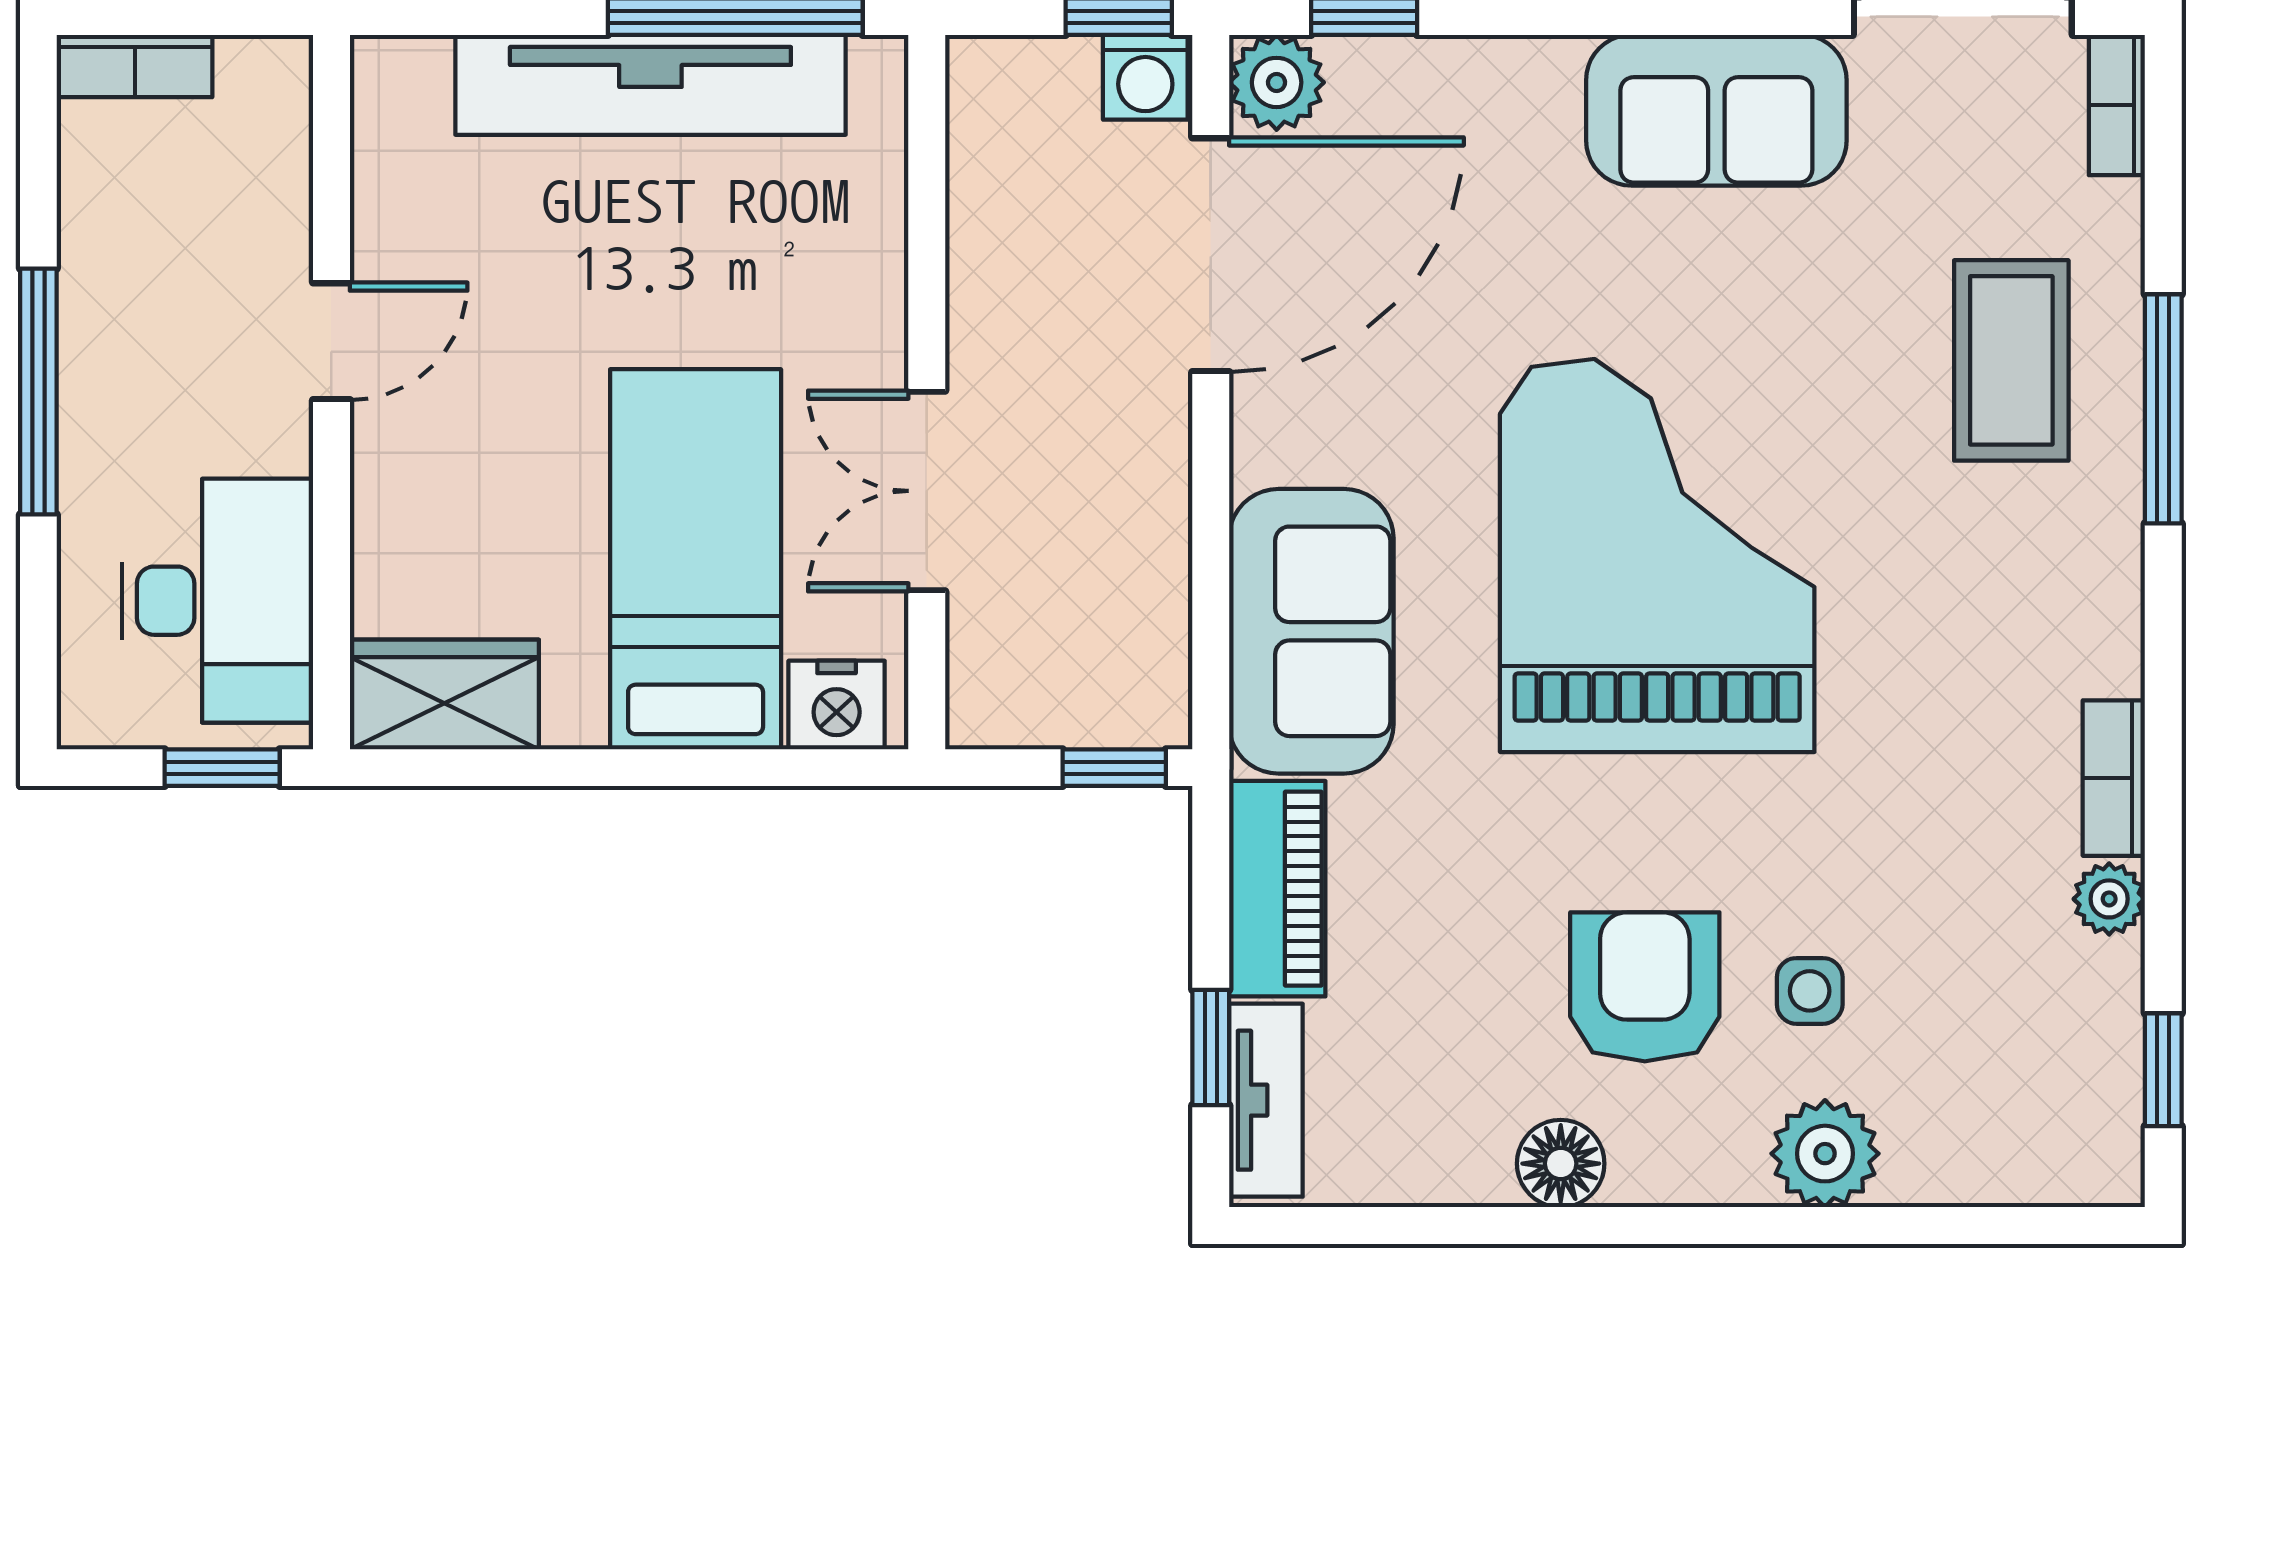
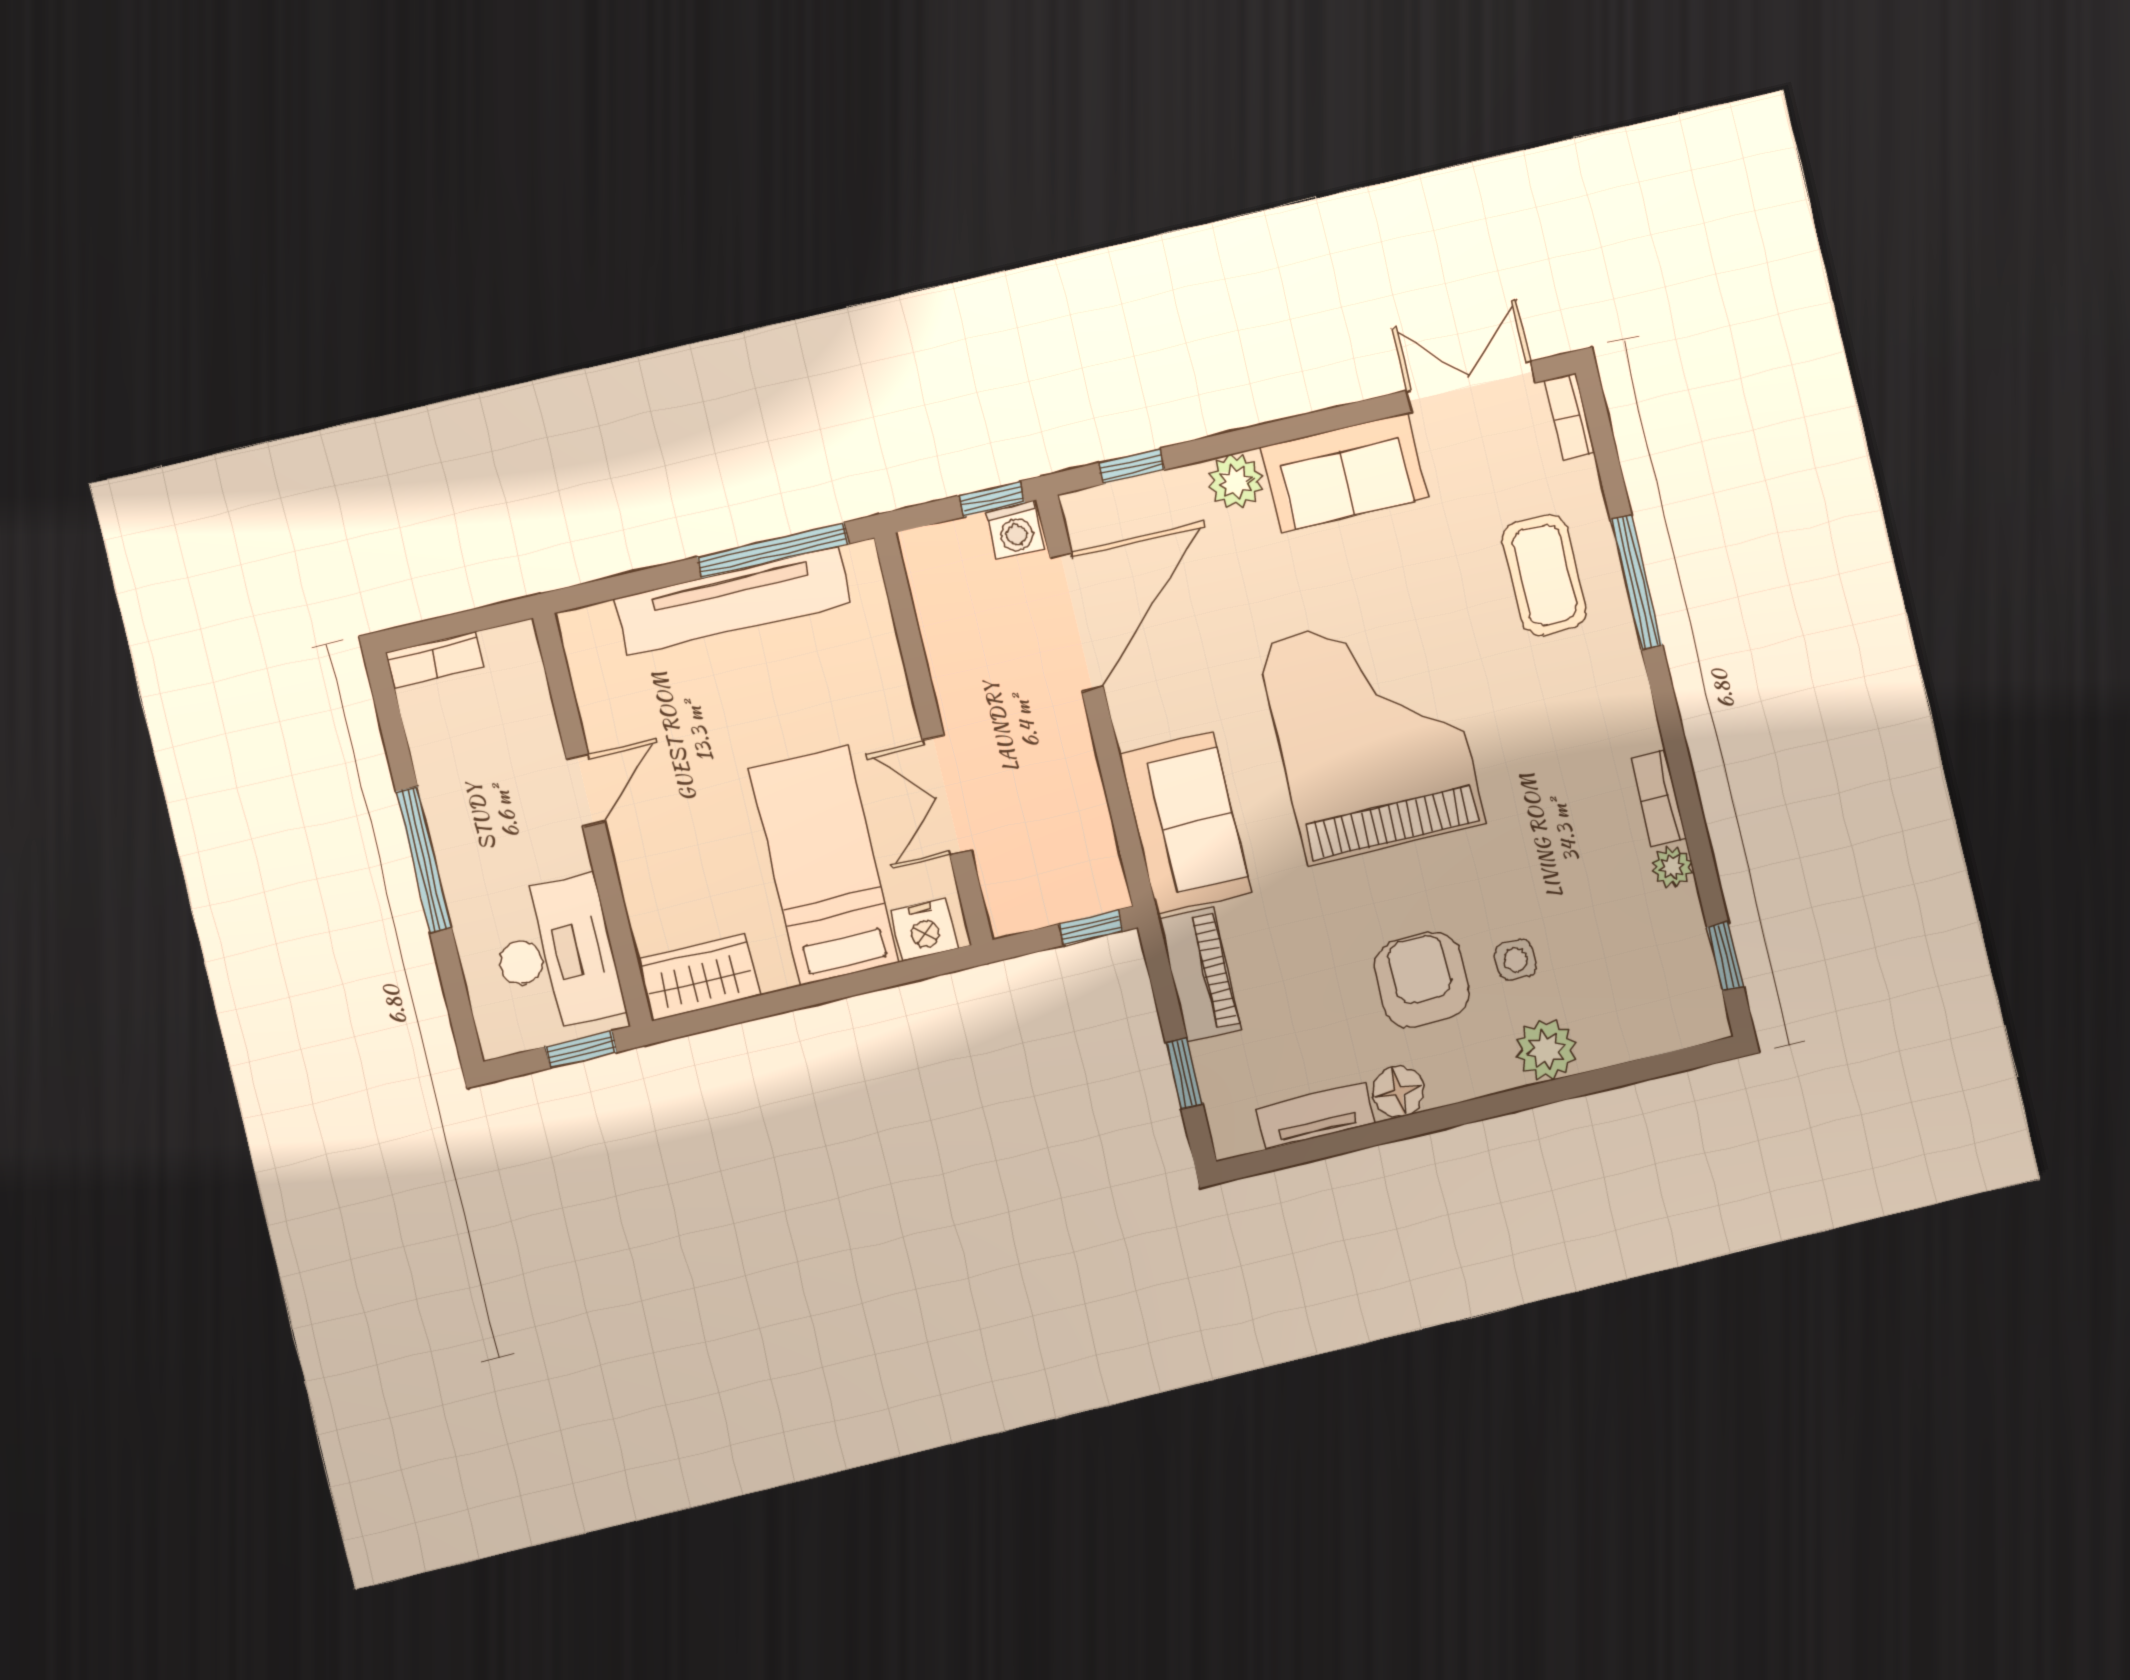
plant: (1277, 82) -> (1235, 481), moved
tv unit: (1266, 1100) -> (1316, 1116), moved, turned -90

